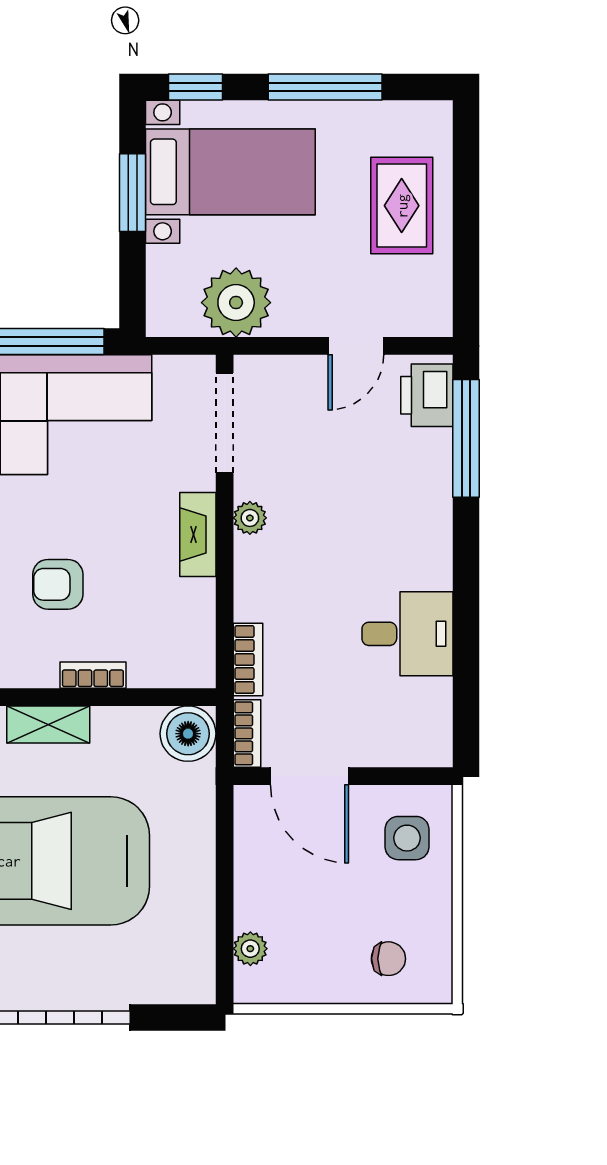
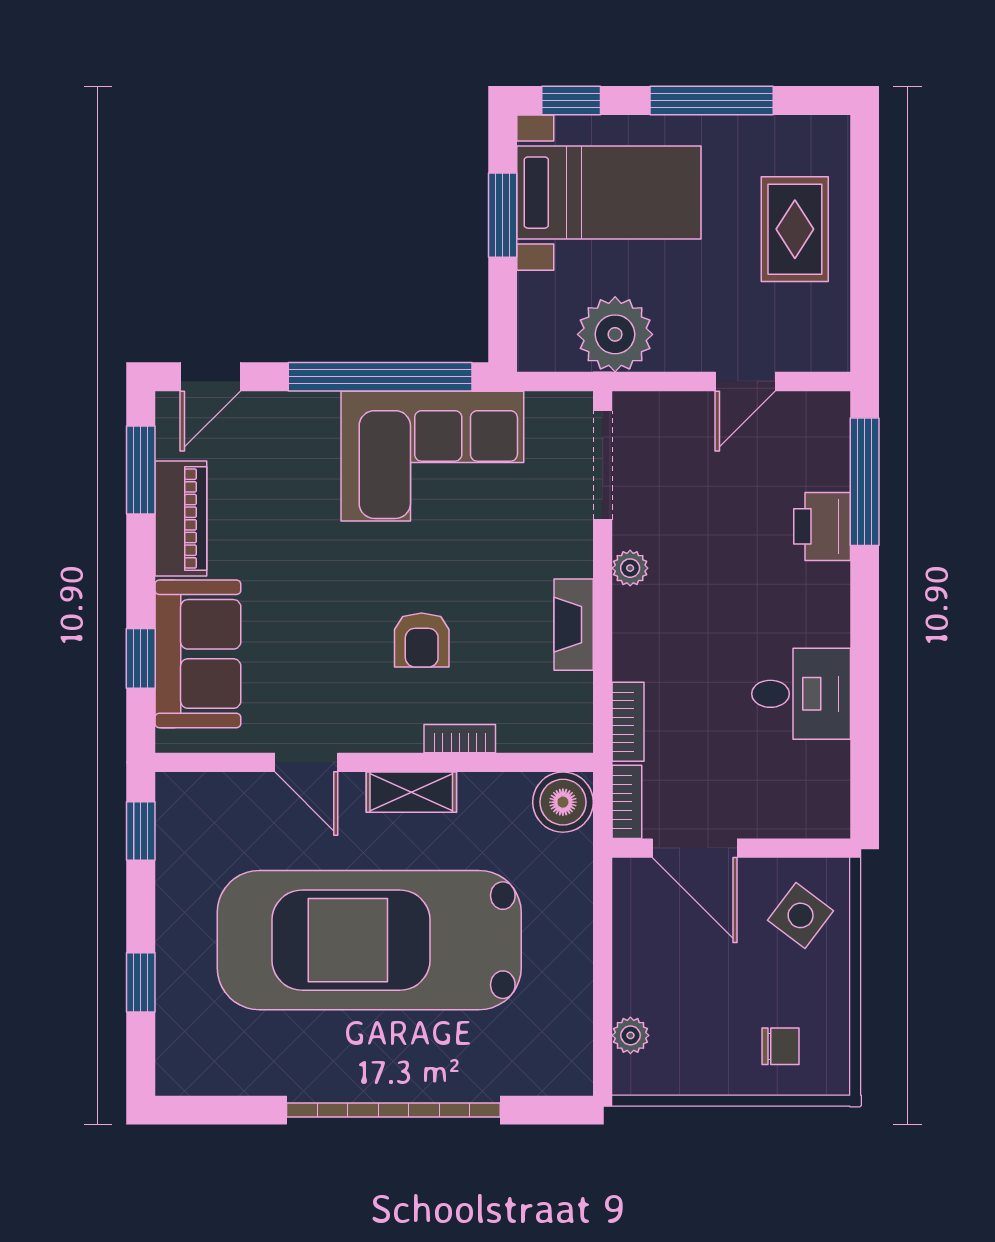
printer: (427, 395) -> (822, 526), moved
fireplace: (198, 534) -> (574, 625), moved
armchair: (58, 584) -> (422, 640), turned -90
side table: (407, 838) -> (801, 915), turned 37

